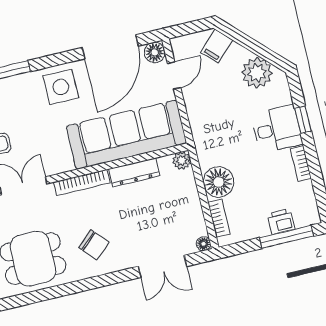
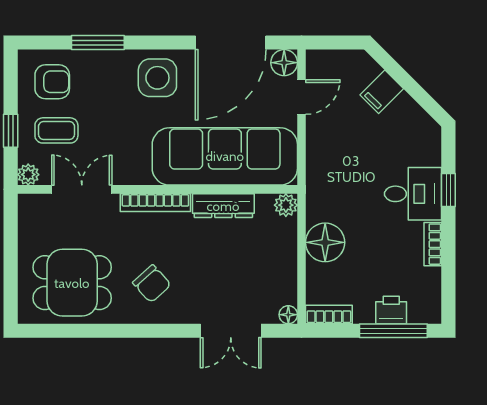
filing cabinet: (217, 46) -> (382, 92), moved
plant: (257, 73) -> (405, 118), removed
bookcase: (219, 218) -> (329, 314), moved, turned -90

